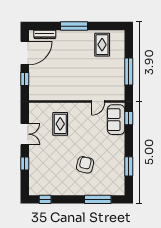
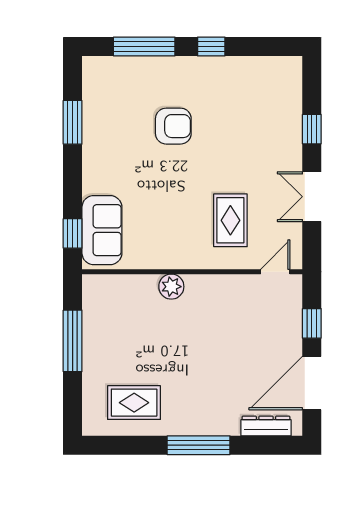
rug: (102, 45) -> (134, 403), turned 90
plant: (86, 95) -> (171, 287), added
door: (98, 102) -> (275, 272), moved
armchair: (85, 165) -> (173, 126), turned -103
window: (45, 199) -> (211, 47), moved

